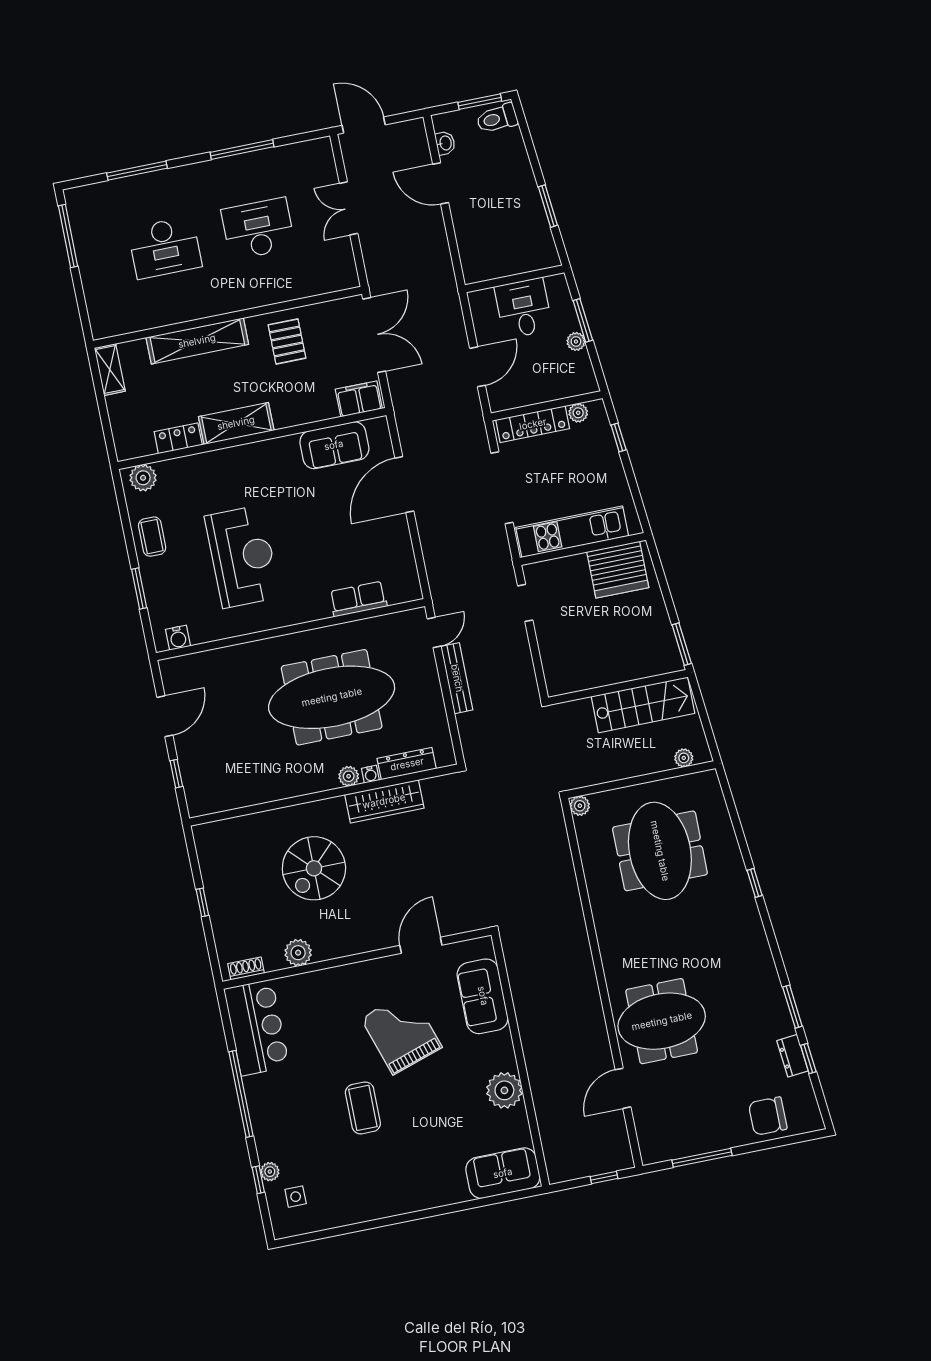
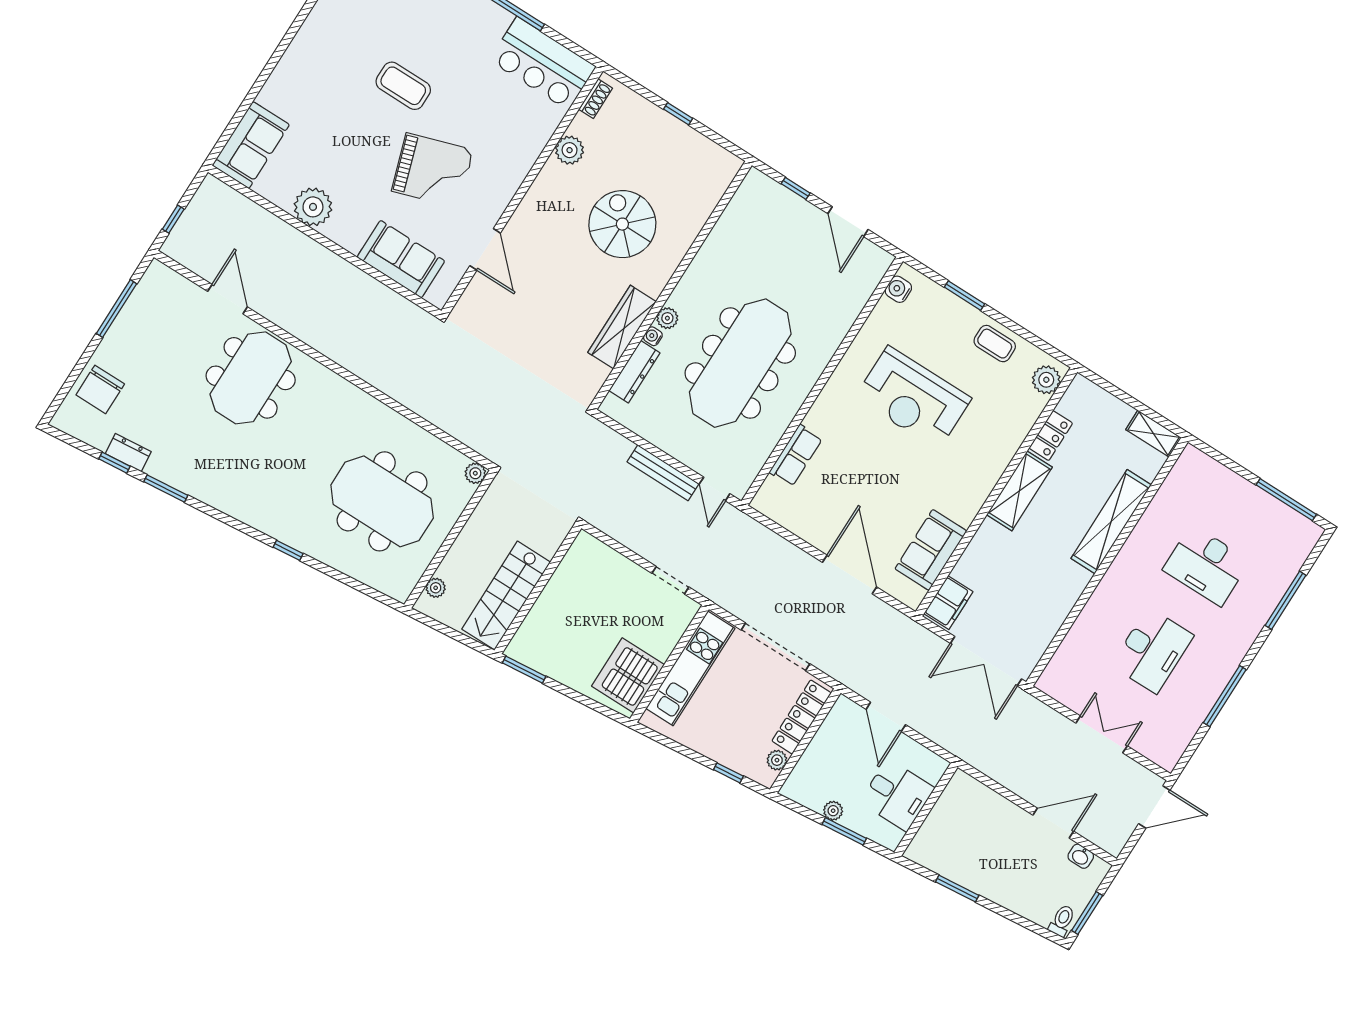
toilet: (497, 118) -> (1062, 921), width x0.73, depth x0.72
desk: (165, 248) -> (1206, 565), turned -90
pallet: (287, 341) -> (1045, 590), removed
chair: (768, 1116) -> (100, 389), turned 180

